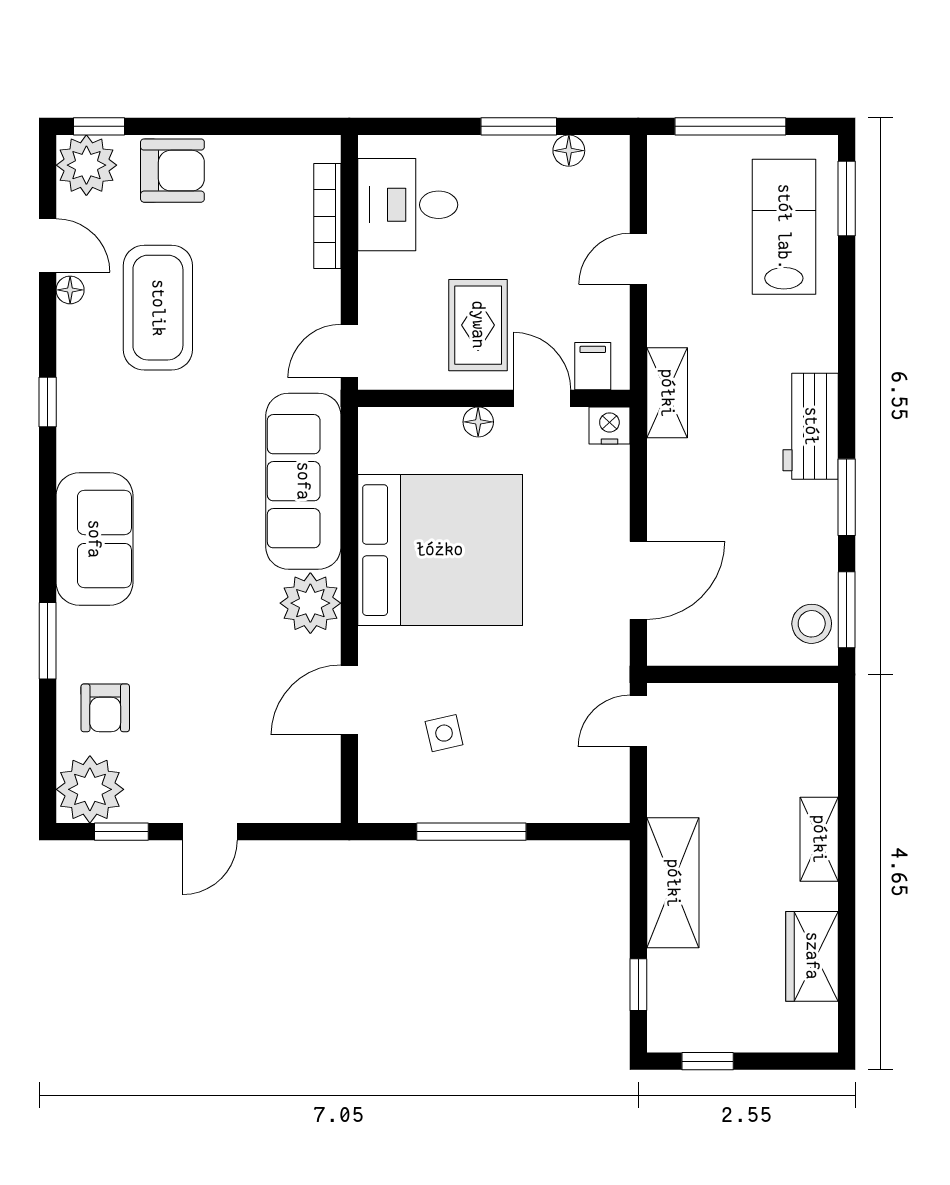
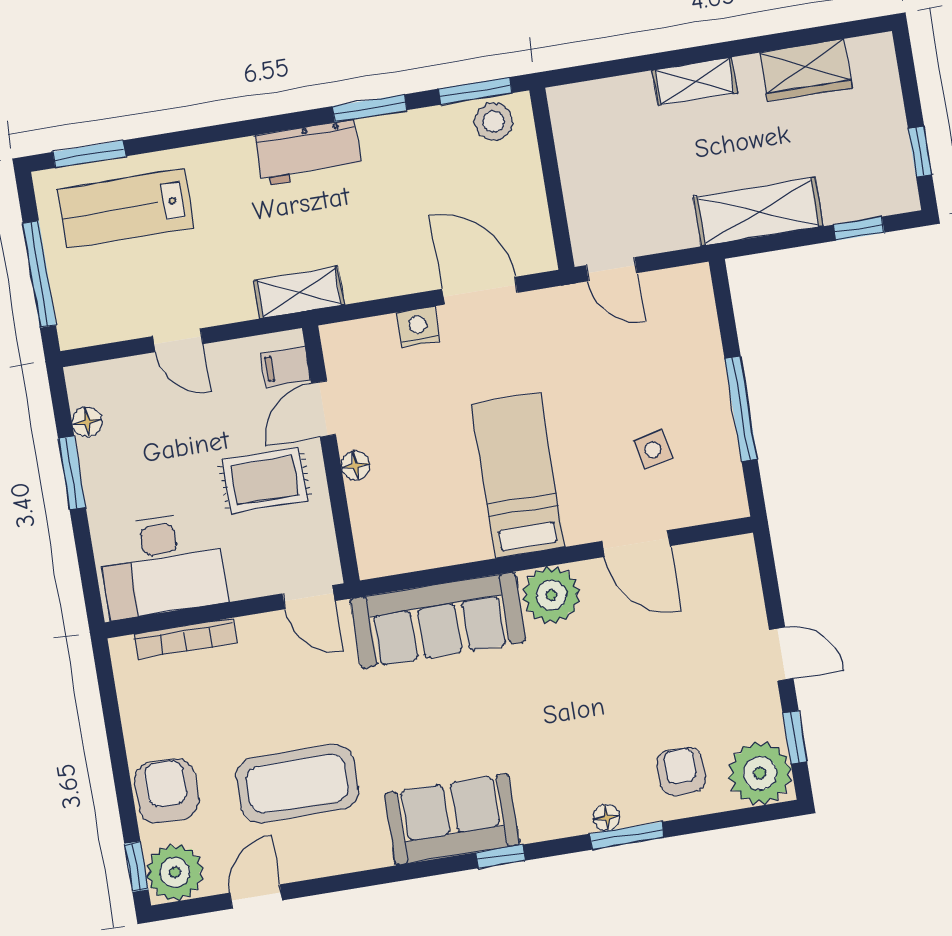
desk: (408, 205) -> (163, 565), width x1.37
floor lamp: (70, 290) -> (607, 817), moved
window: (48, 402) -> (500, 856), moved
nightstand: (609, 425) -> (418, 327), moved, turned 90
sofa: (94, 539) -> (452, 819), moved
bed: (440, 550) -> (518, 475), width x0.49
armchair: (105, 708) -> (681, 771), turned -90

